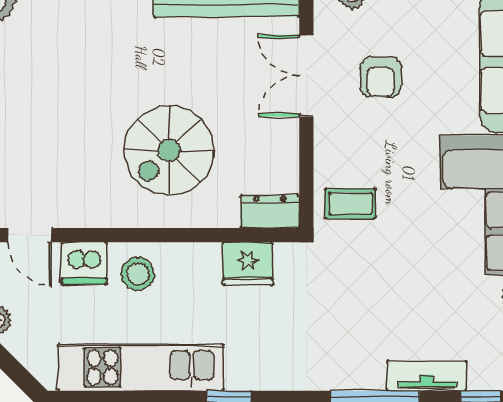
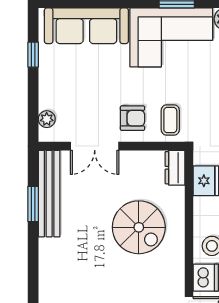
armchair: (381, 77) -> (133, 118), moved

